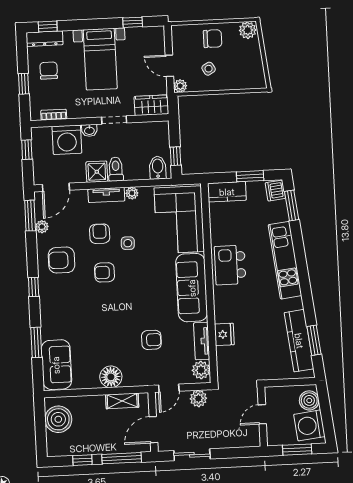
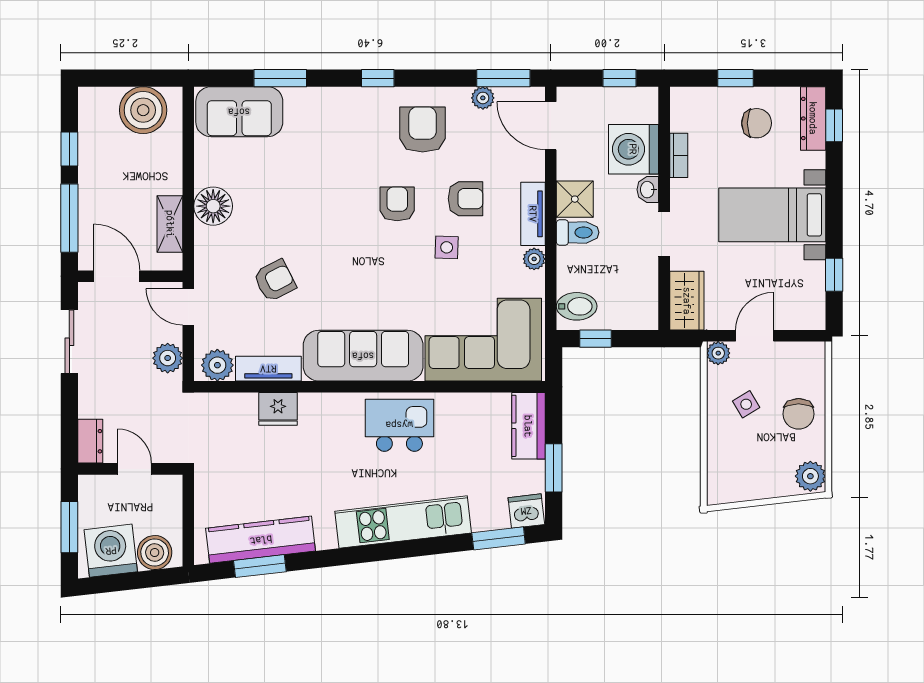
bookcase: (54, 115) -> (679, 155), moved
armchair: (151, 340) -> (275, 281), turned -117
dresser: (248, 440) -> (90, 441), added

